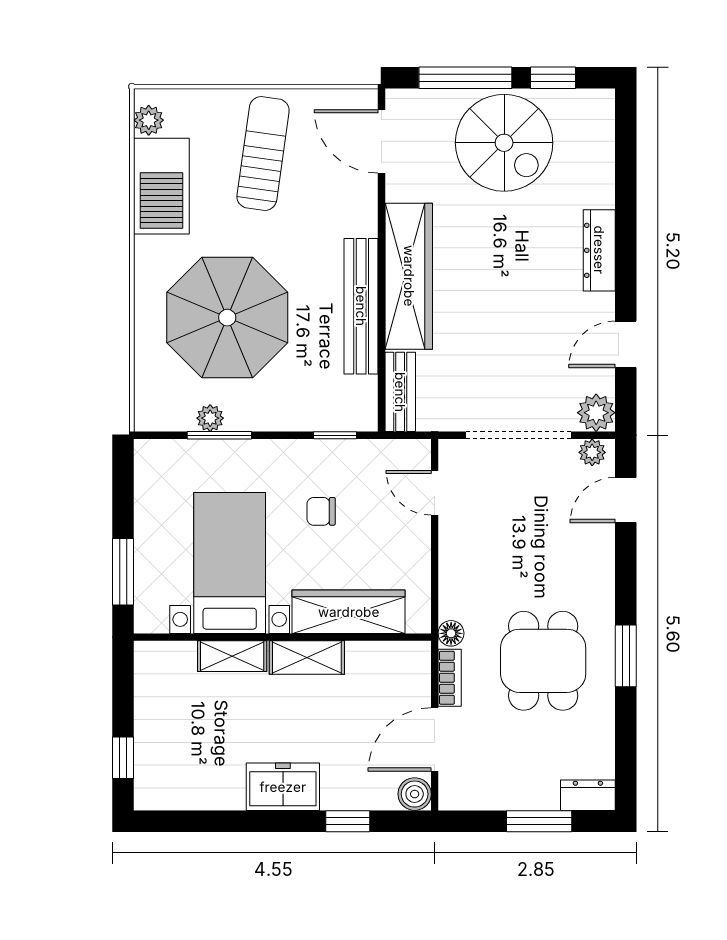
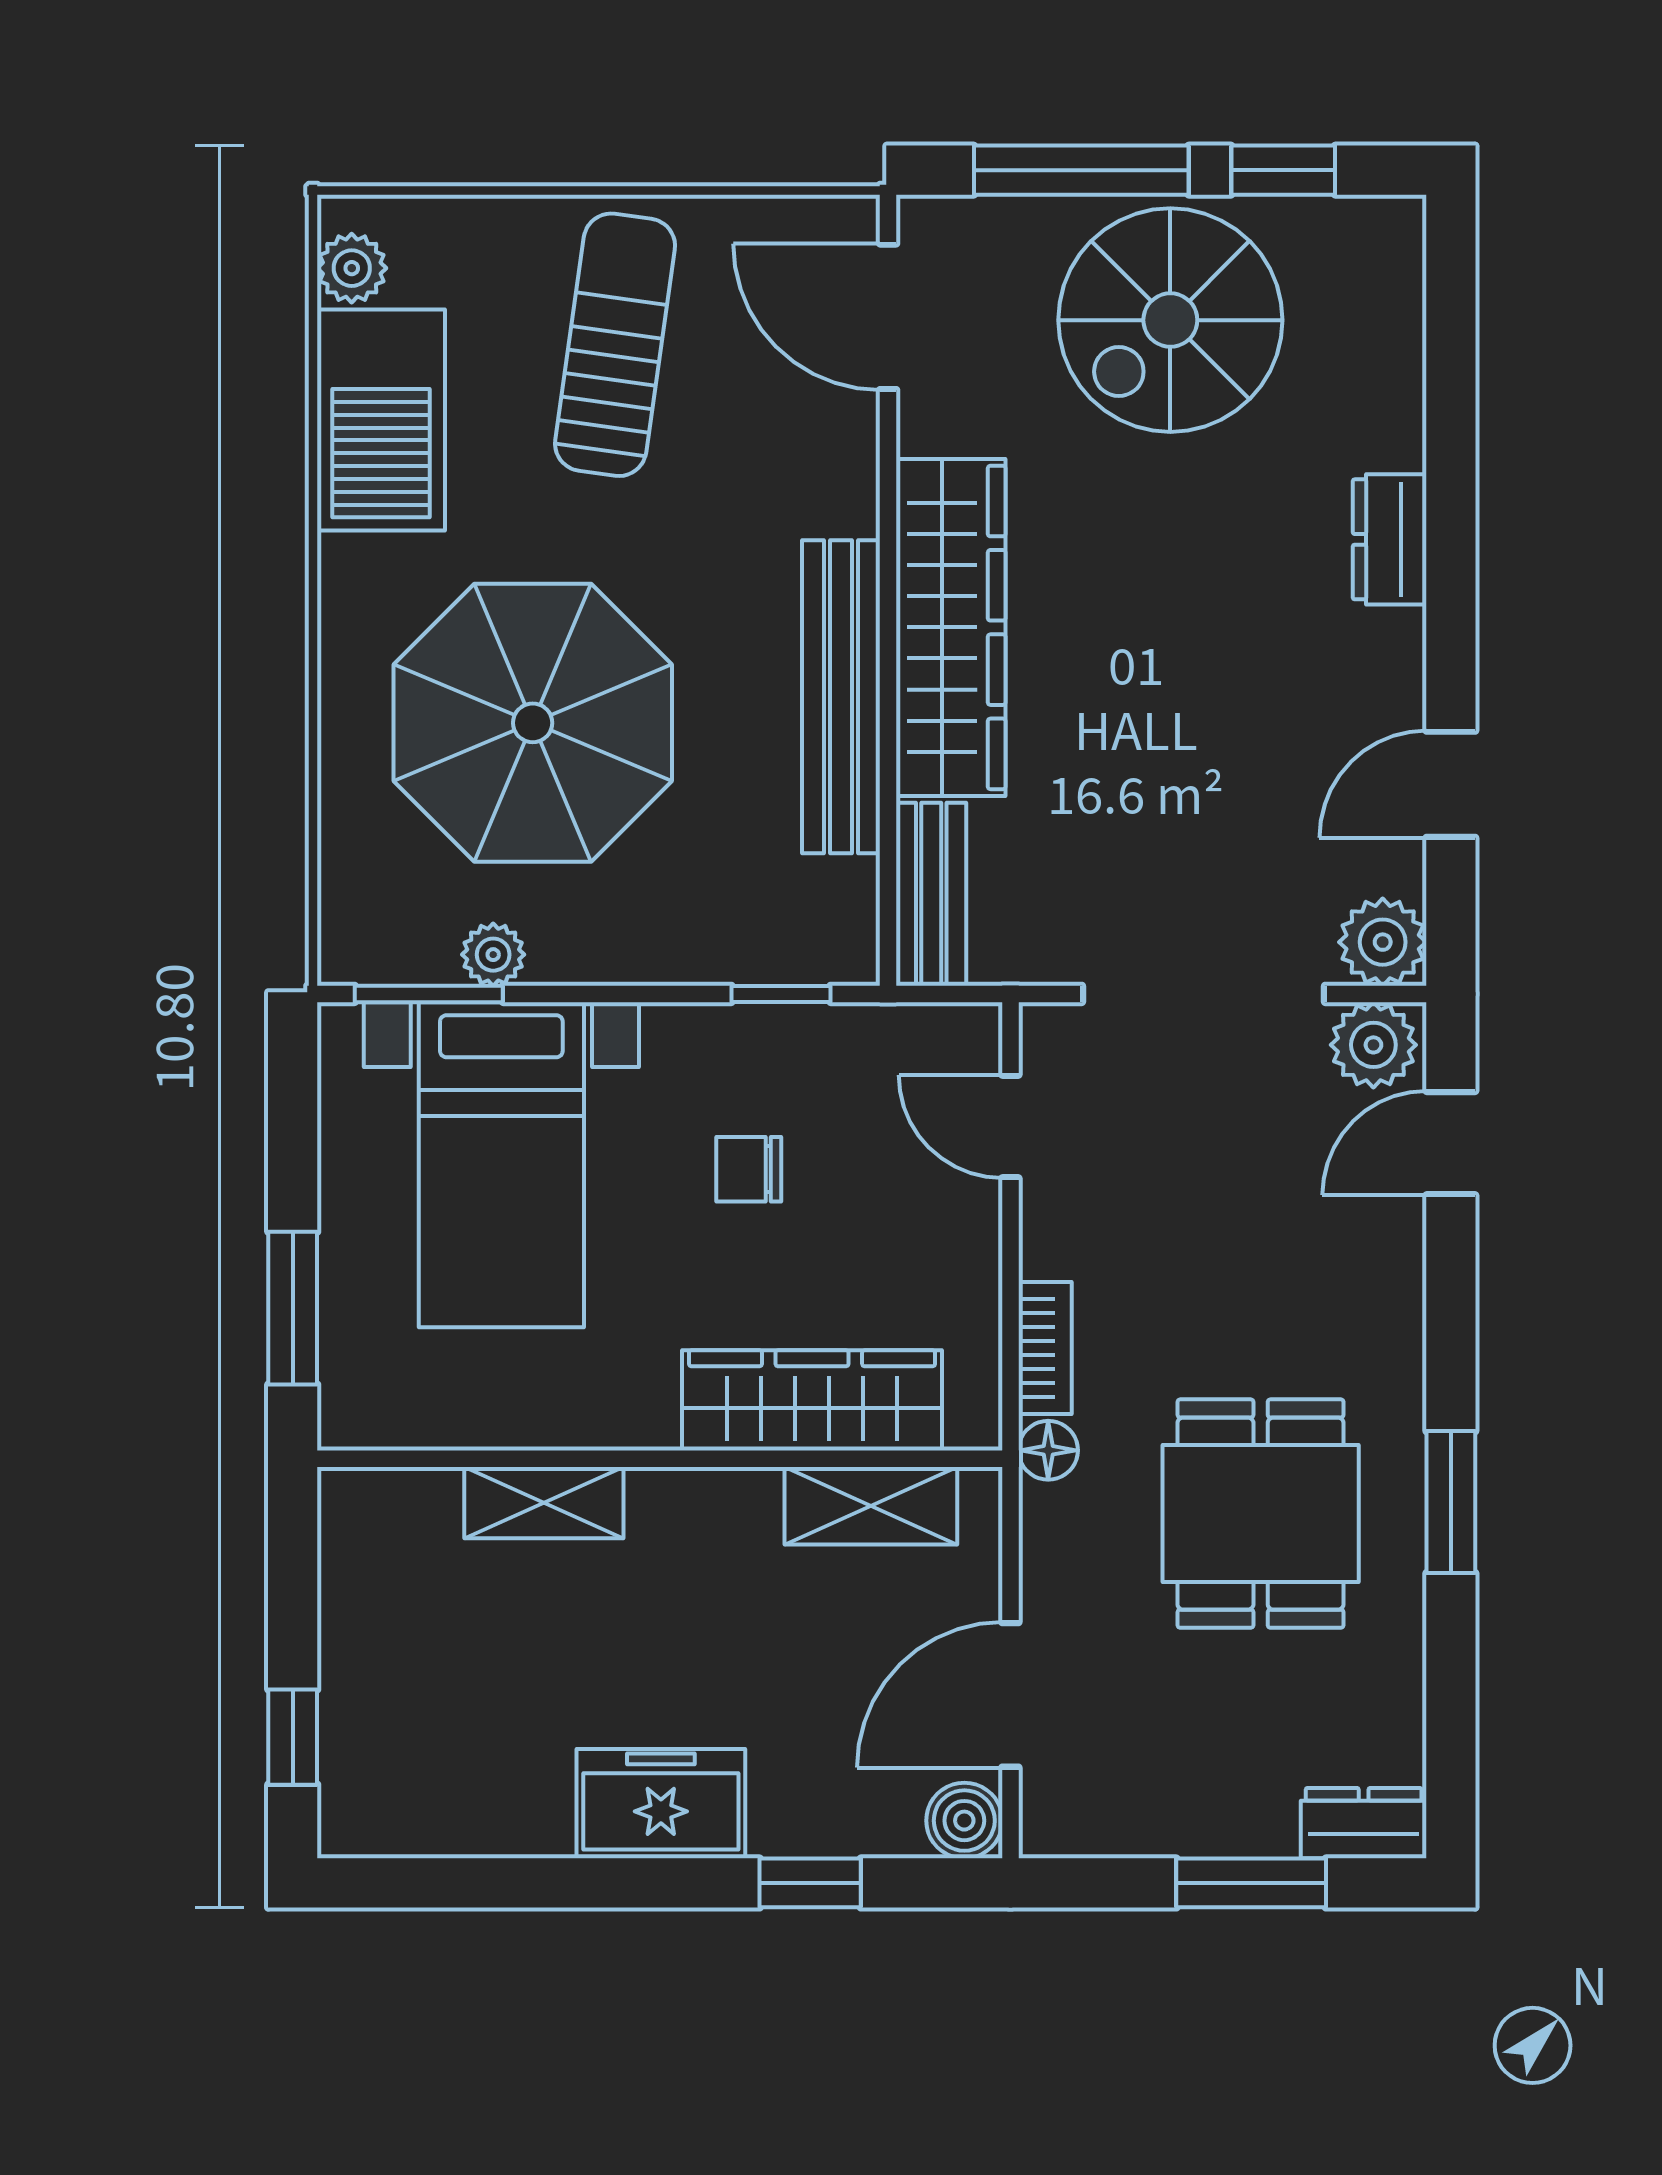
spiral stairs: (504, 143) -> (1170, 320), turned 90
dresser: (599, 250) -> (1390, 539), width x0.70
window: (219, 435) -> (429, 994), moved
plant: (592, 452) -> (1373, 1045), width x1.38, depth x1.38
bed with nightstands: (230, 563) -> (501, 1165), moved, turned 180
shelving: (307, 657) -> (871, 1506), moved
bookcase: (450, 678) -> (1045, 1348), moved

